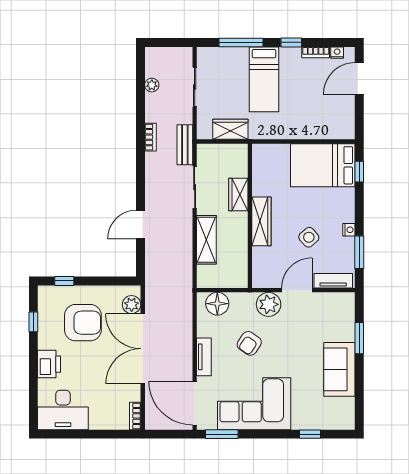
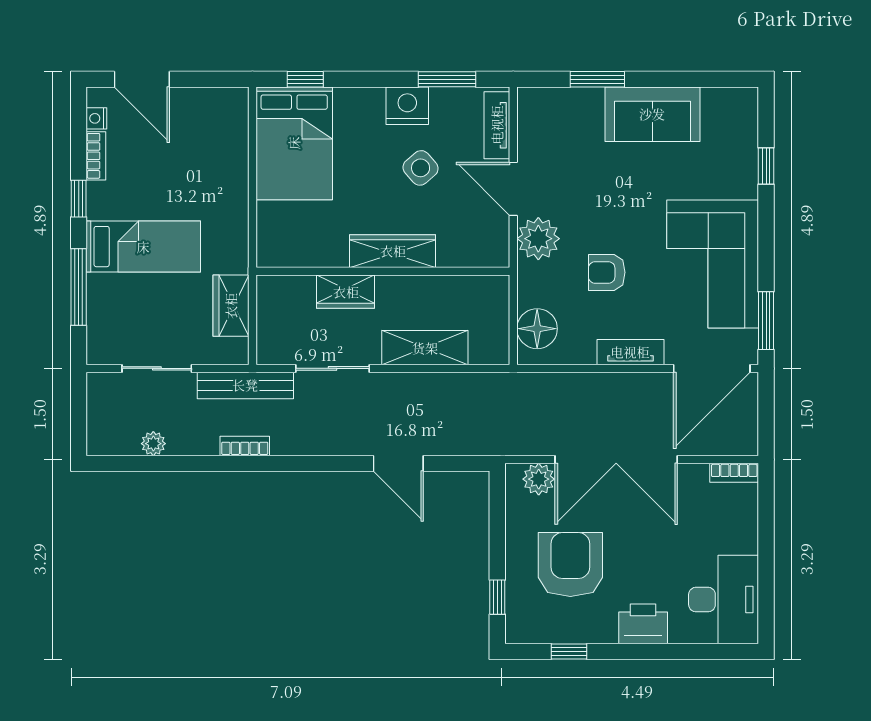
bench: (185, 145) -> (245, 385), width x1.36
nightstand: (349, 230) -> (407, 106), width x1.89, depth x1.79
armchair: (249, 343) -> (607, 272), turned 146

